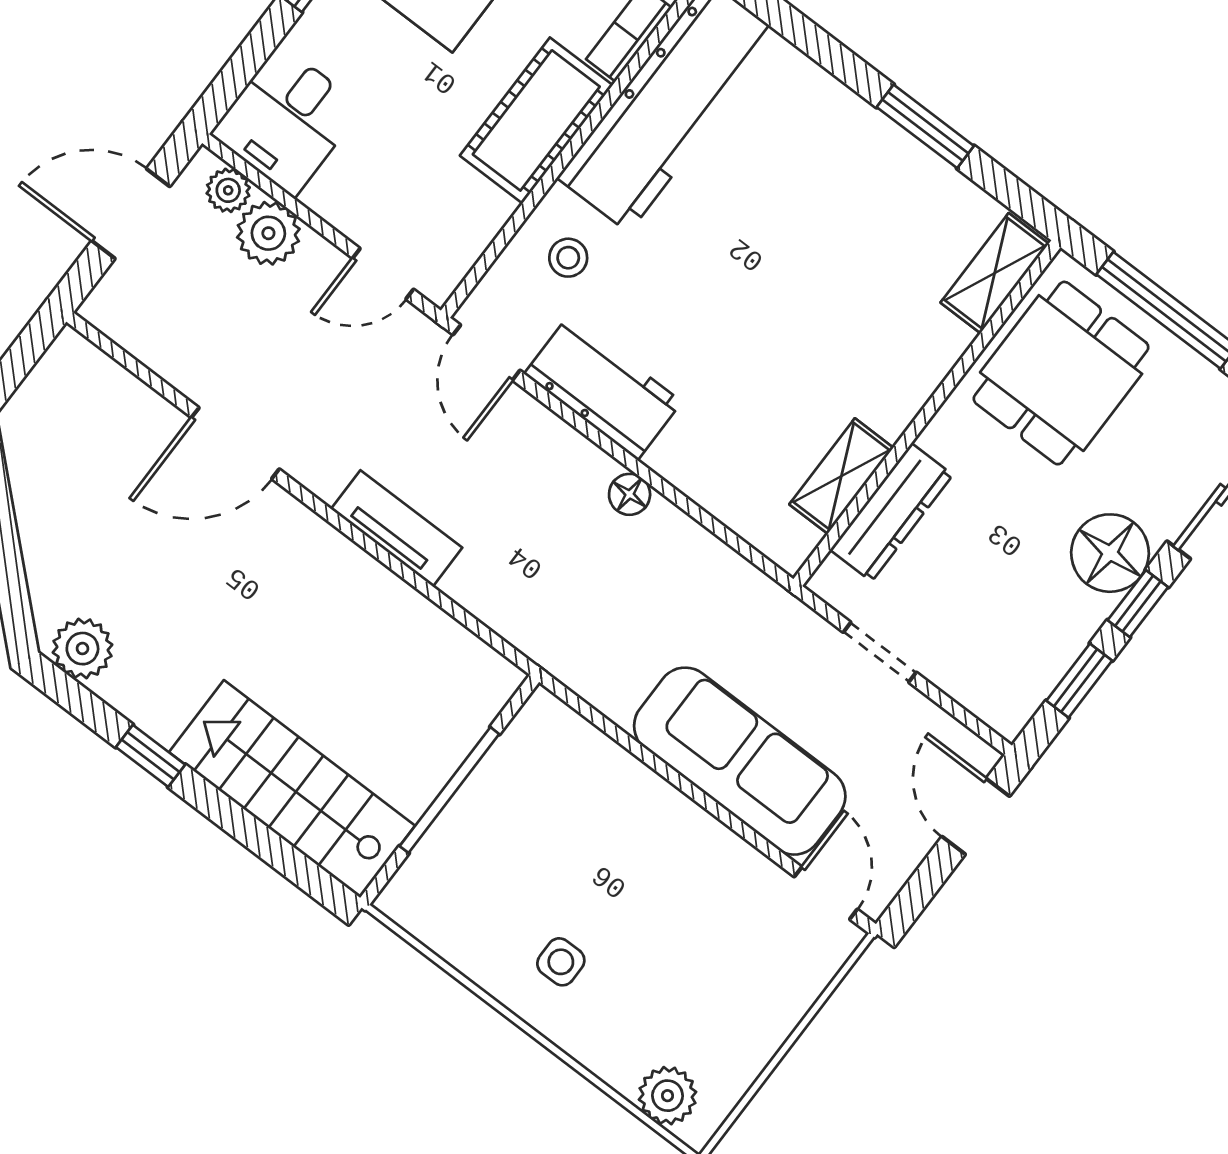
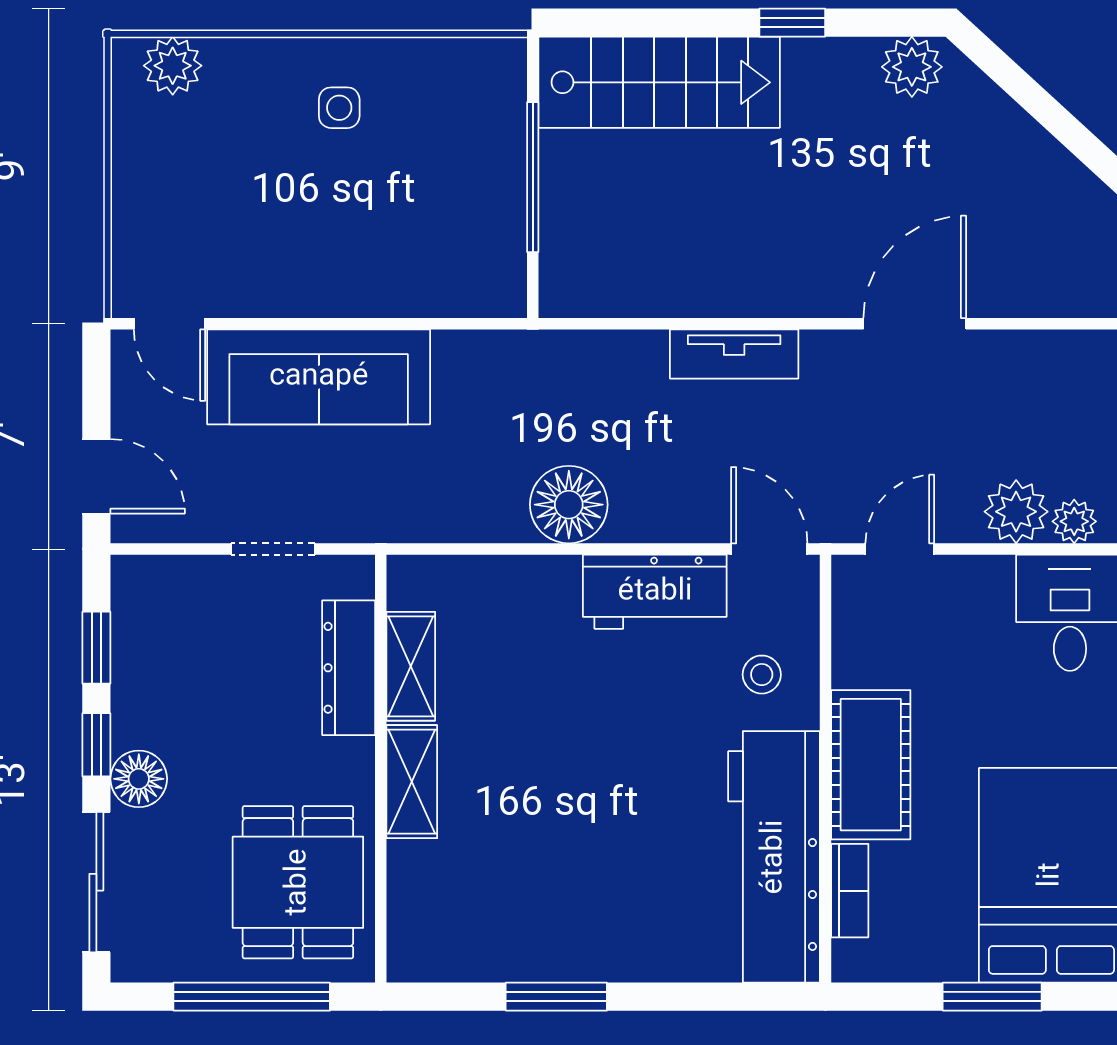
shelving: (995, 273) -> (412, 782), moved
floor lamp: (630, 494) -> (569, 505), width x1.89, depth x1.89
floor lamp: (1110, 553) -> (139, 779), width x0.73, depth x0.73

